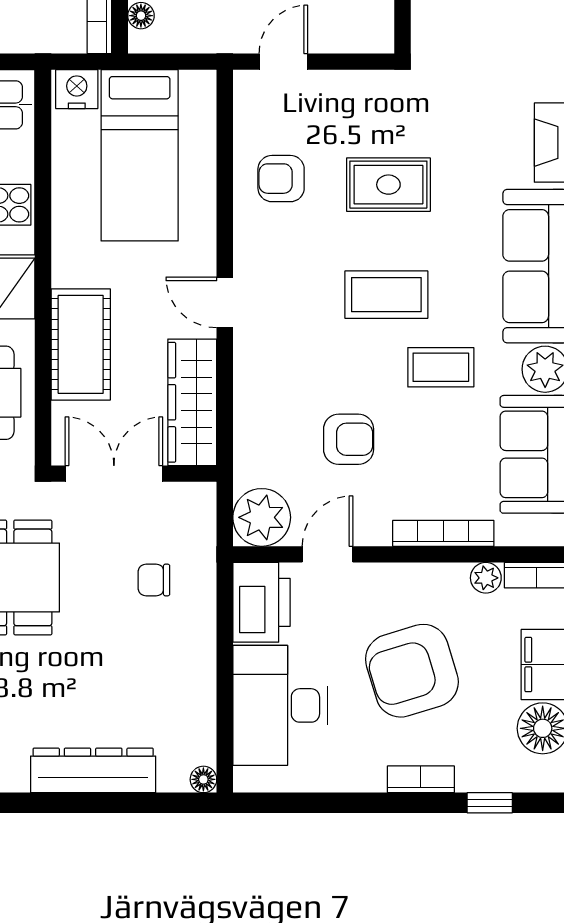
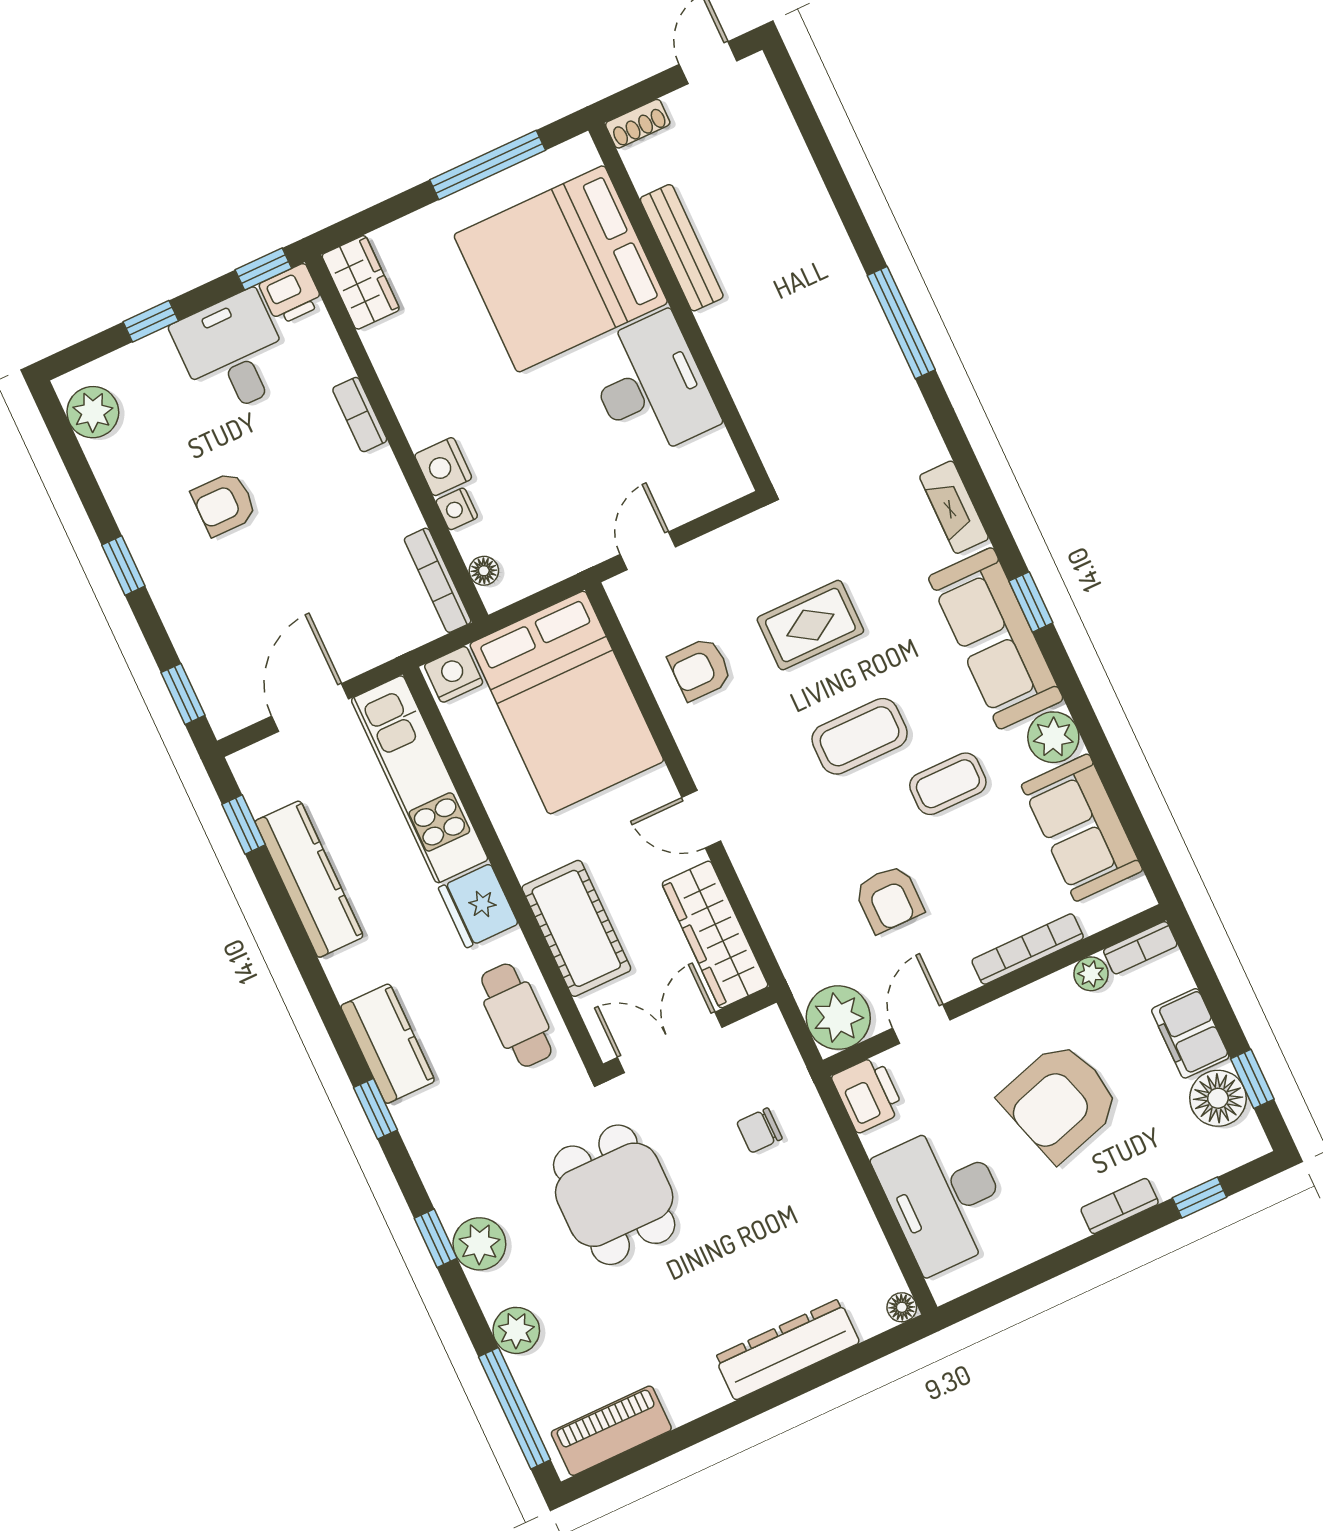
bed: (140, 155) -> (567, 702), width x1.50
armchair: (349, 439) -> (889, 899), turned 90
printer: (262, 602) -> (868, 1094), width x0.73, depth x0.84

